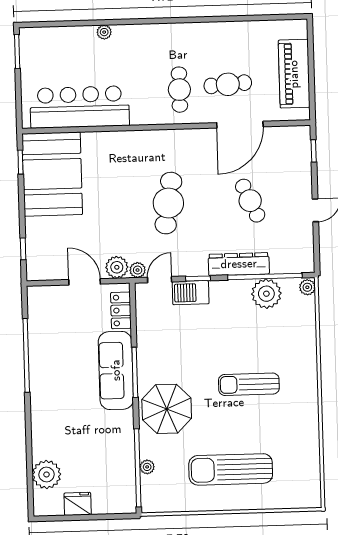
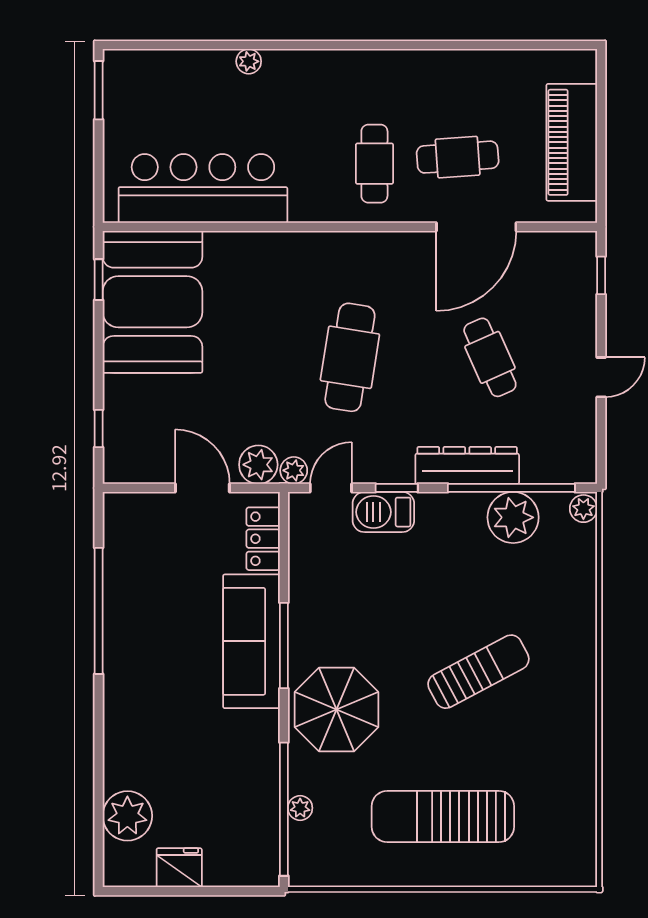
sun lounger: (249, 384) -> (478, 672), turned 152

